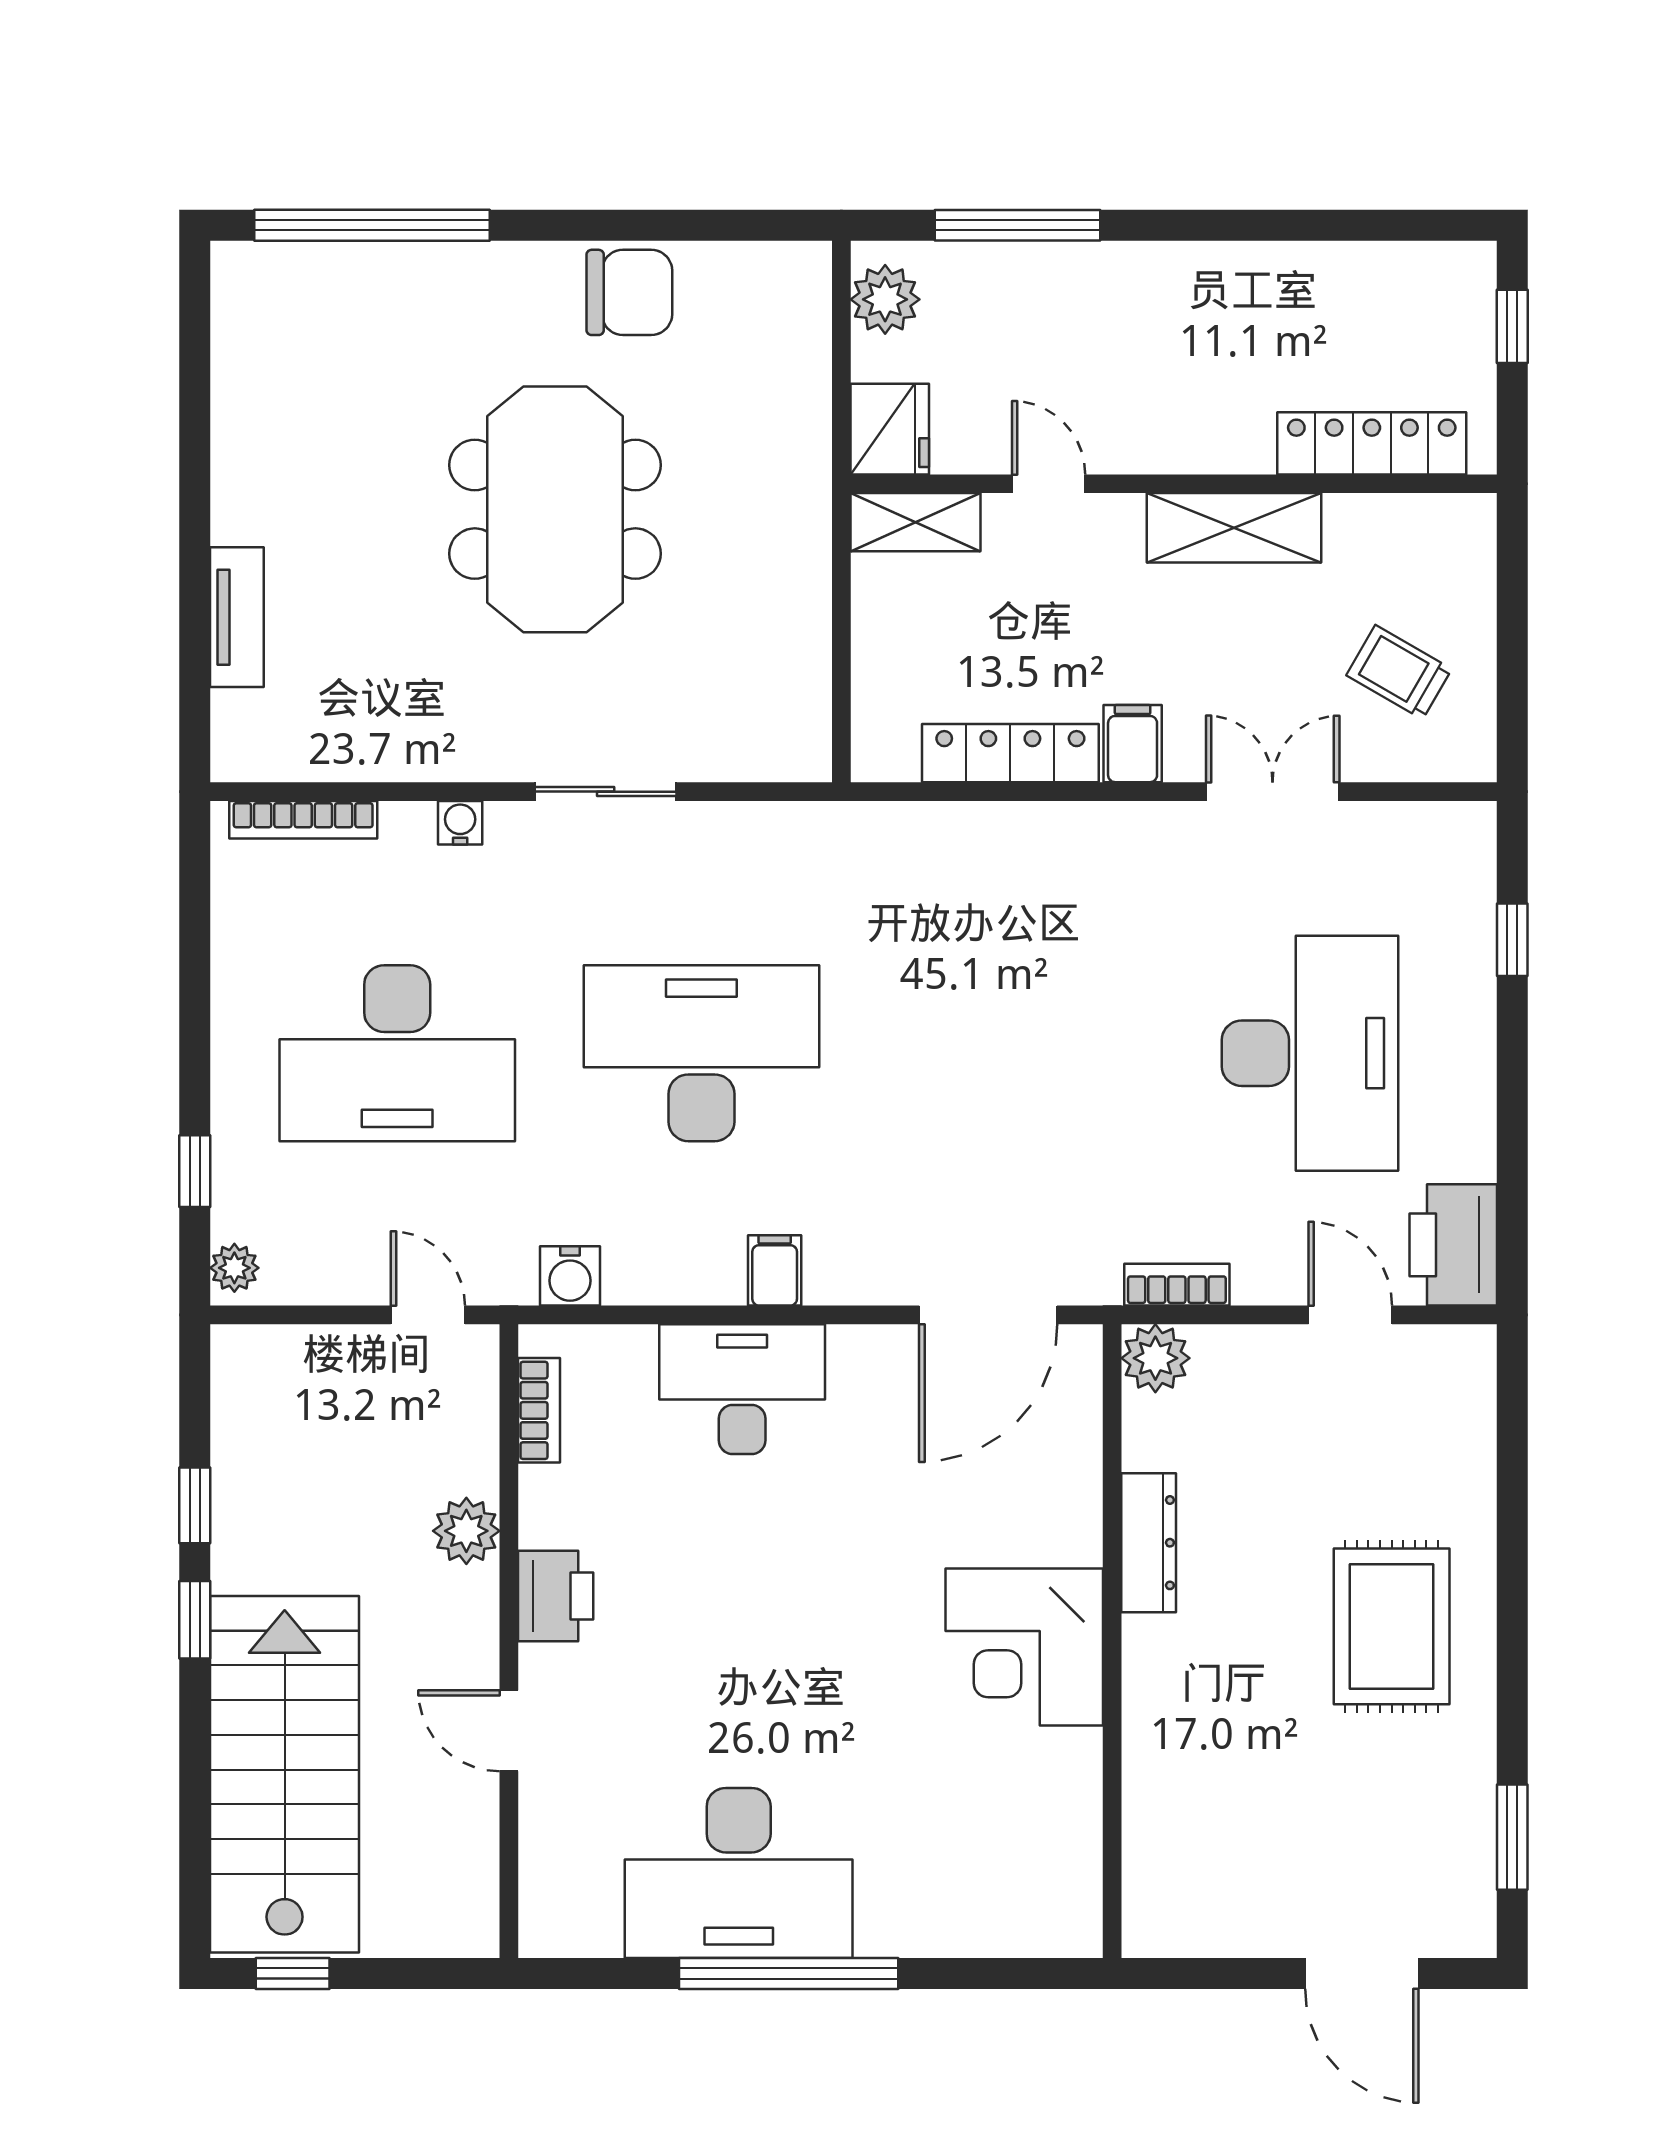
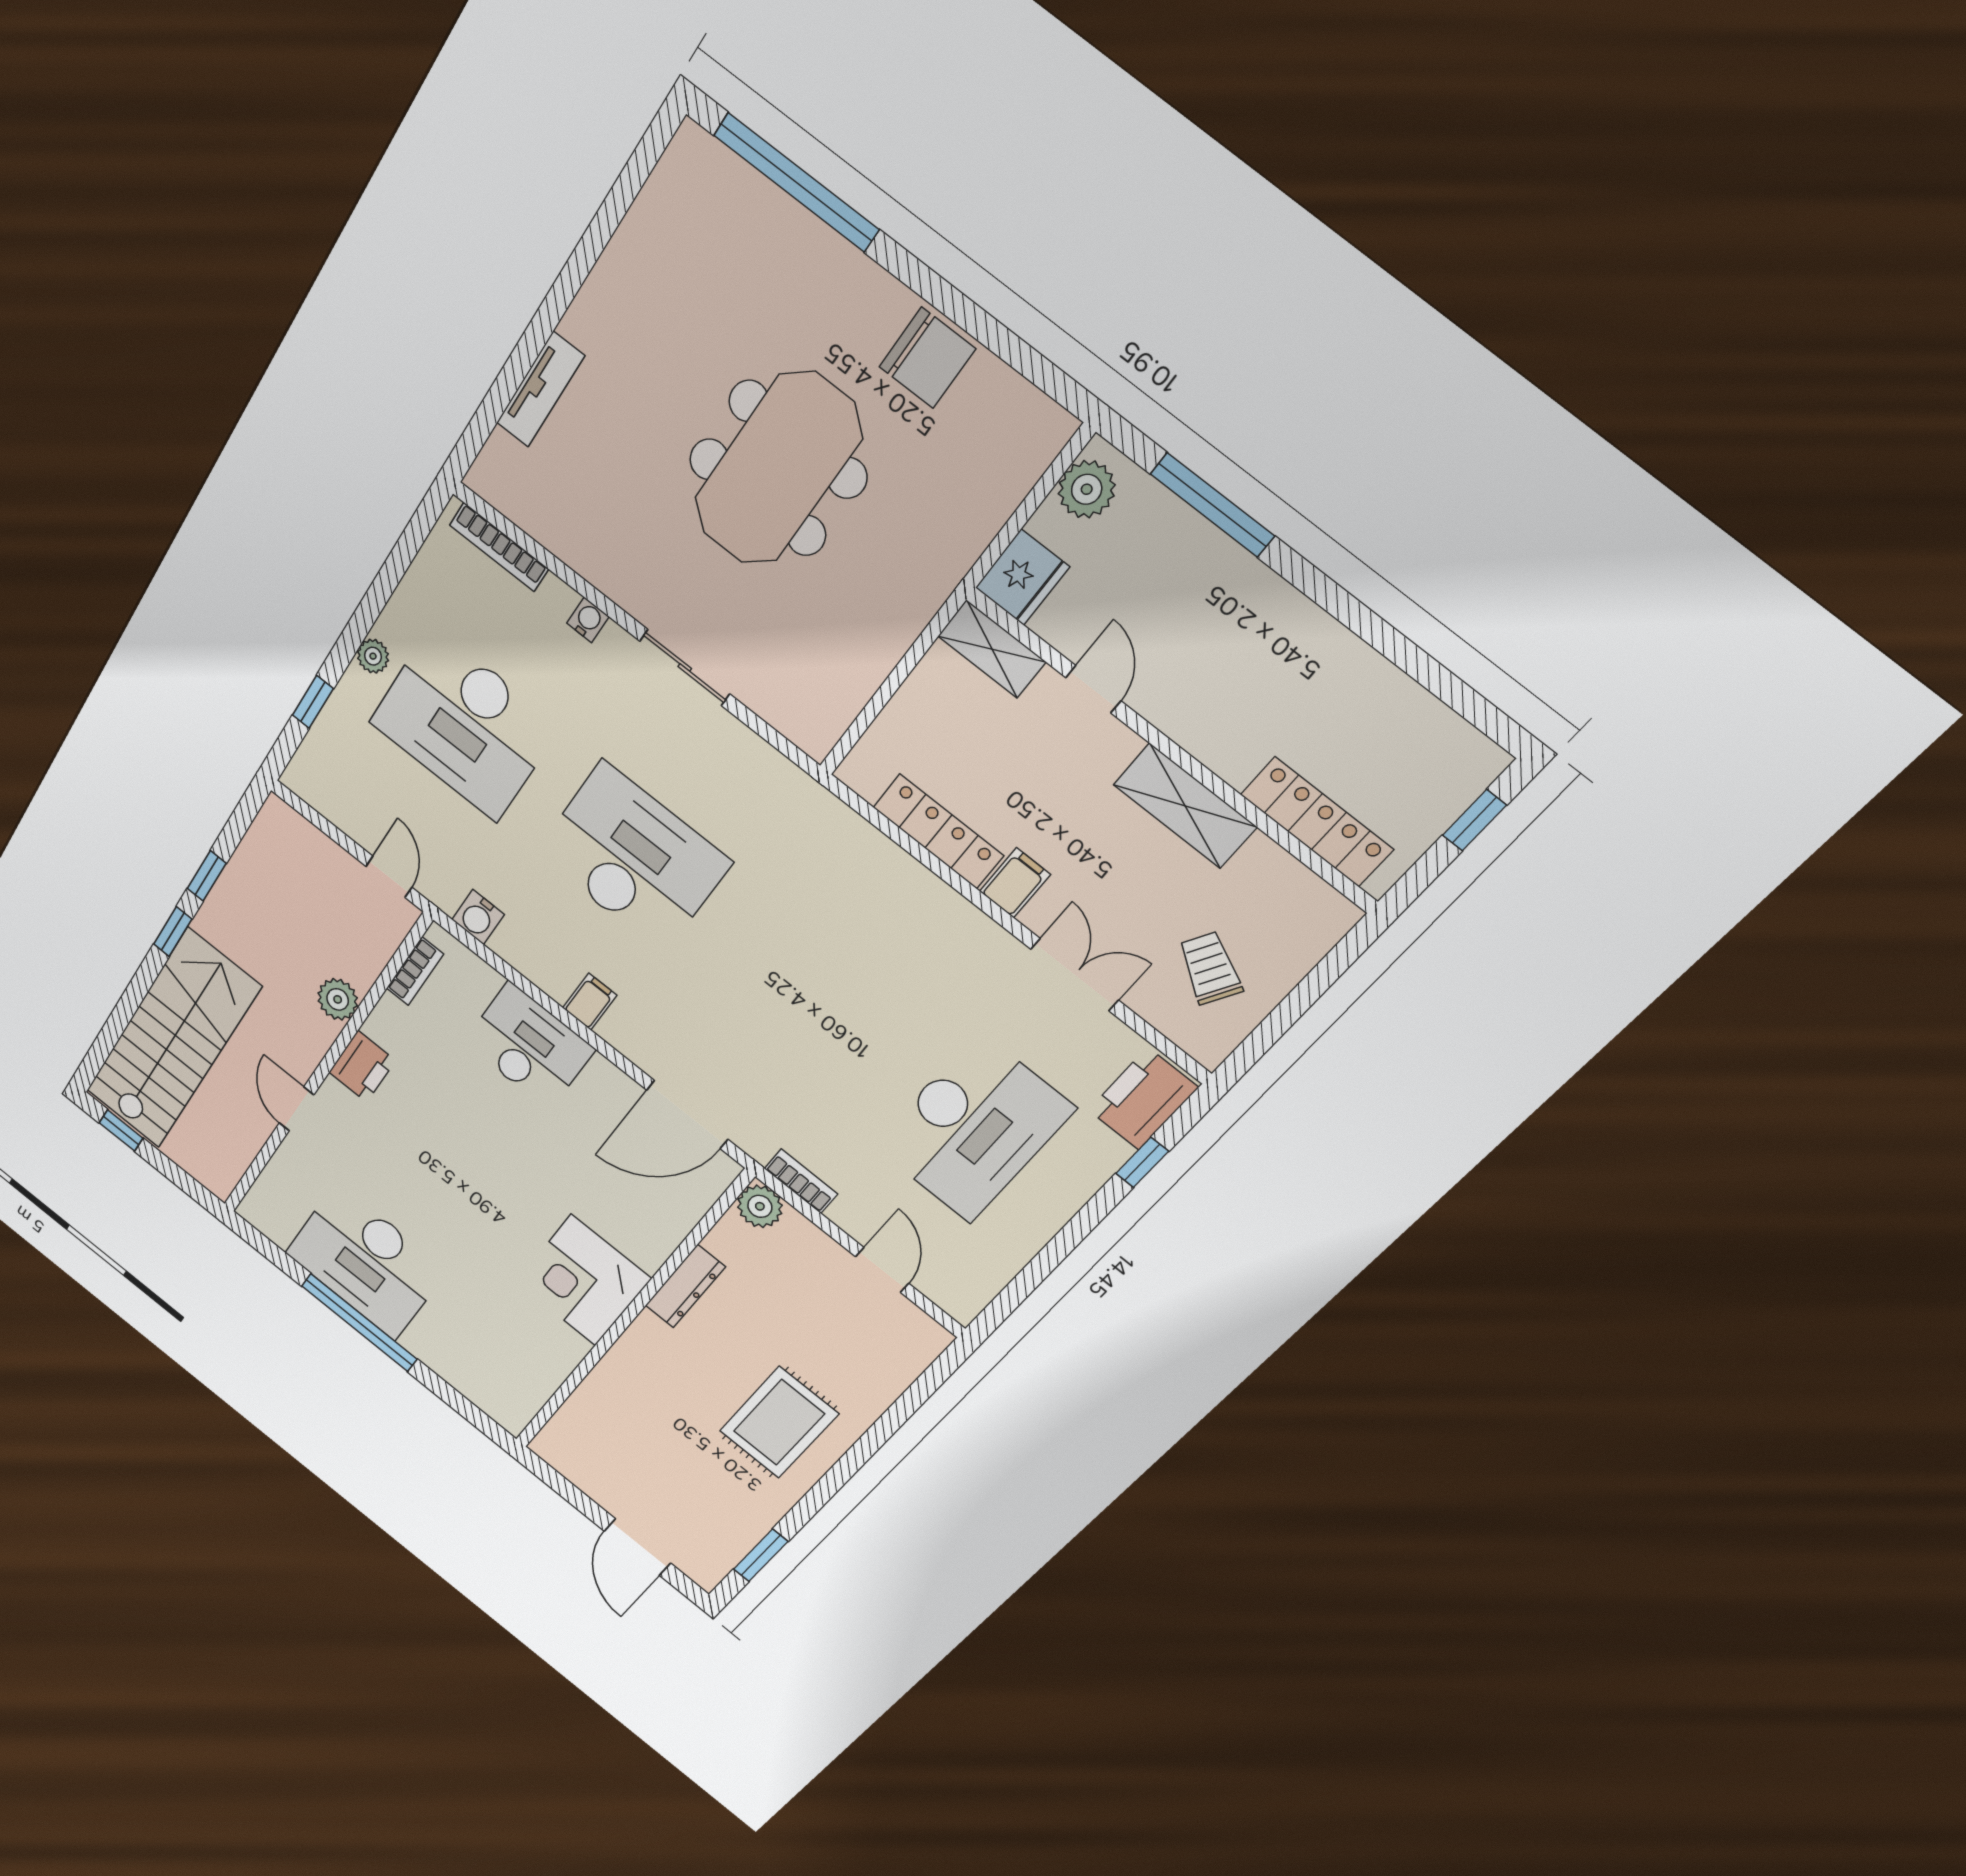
printer: (1453, 1245) -> (1143, 1099), moved
plant: (234, 1268) -> (373, 656), moved

